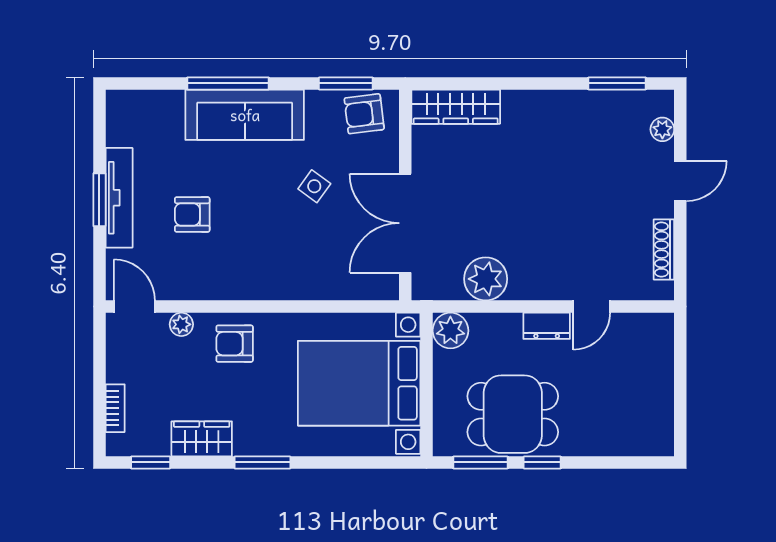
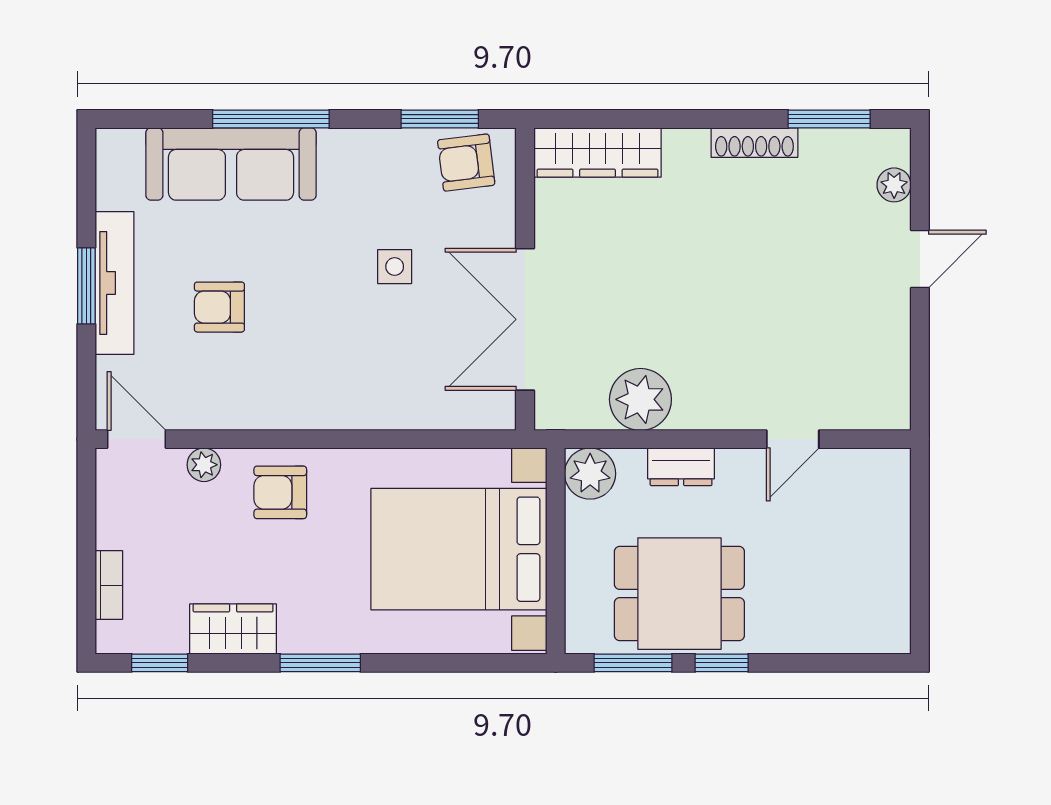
sofa: (245, 115) -> (231, 164), moved
side table: (314, 186) -> (395, 267), turned -36
shoe rack: (664, 249) -> (754, 143), moved, turned -90
dresser: (547, 326) -> (681, 467), moved

